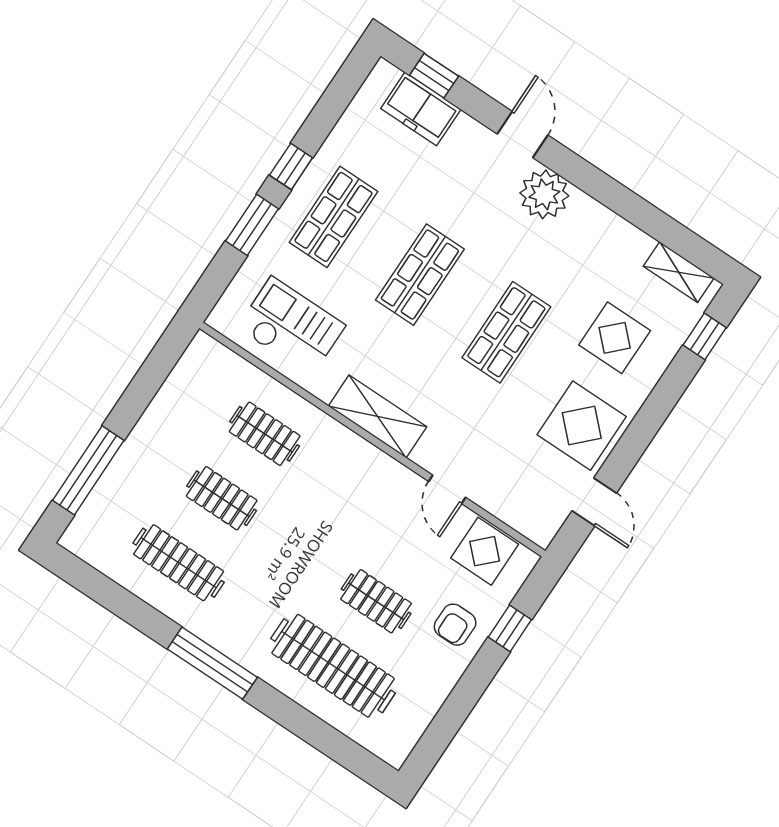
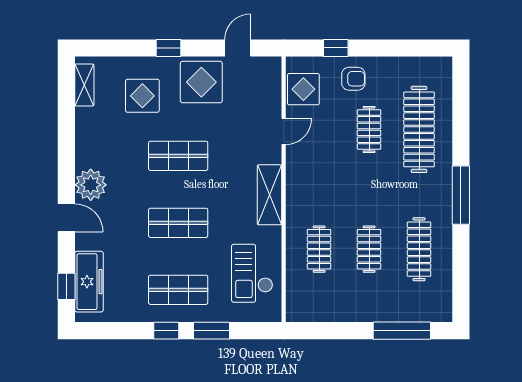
freezer: (421, 109) -> (89, 282), width x1.40
door: (522, 135) -> (66, 218), swing flipped
window: (705, 336) -> (169, 48), moved

